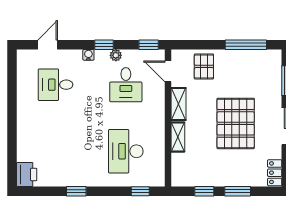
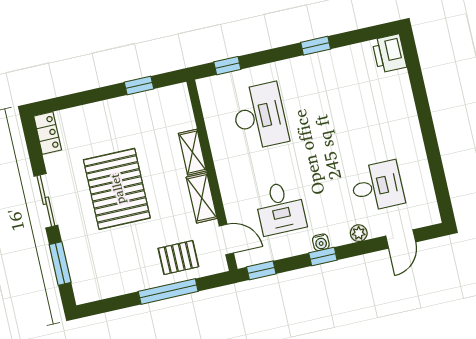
window: (246, 45) -> (168, 291), moved
water cooler: (88, 55) -> (321, 242), moved
plant: (116, 55) -> (359, 233), moved
pallet: (204, 66) -> (178, 258), turned 90
desk: (126, 85) -> (280, 208), turned 180
window: (238, 191) -> (93, 96), removed

